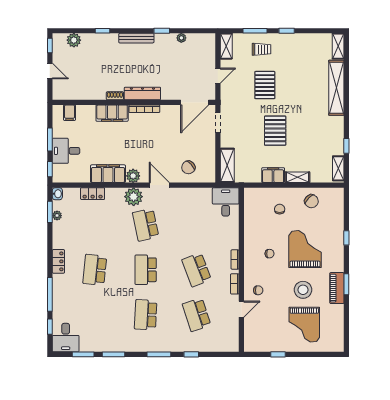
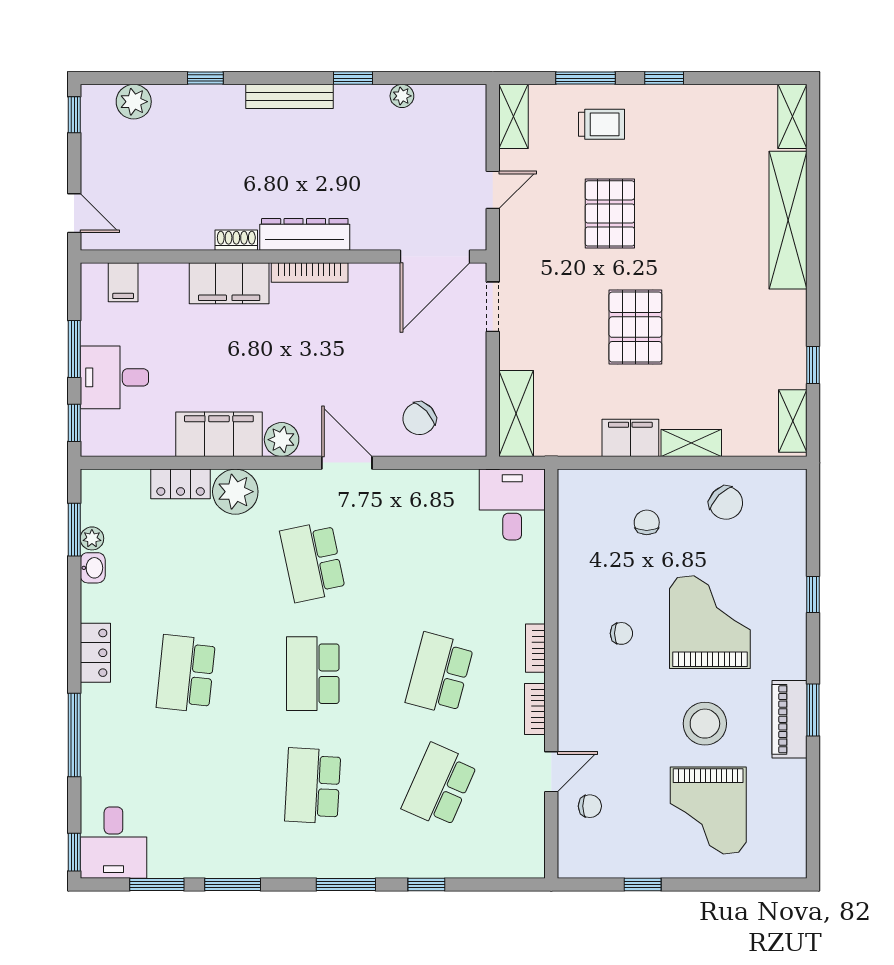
door: (50, 71) -> (74, 213), moved
washbasin: (57, 194) -> (93, 568), moved
plant: (134, 197) -> (235, 492), moved
school desk: (197, 270) -> (440, 674), turned 36
chair: (258, 290) -> (590, 806), moved
school desk: (197, 315) -> (440, 786), turned 42
window: (50, 327) -> (74, 852), moved

